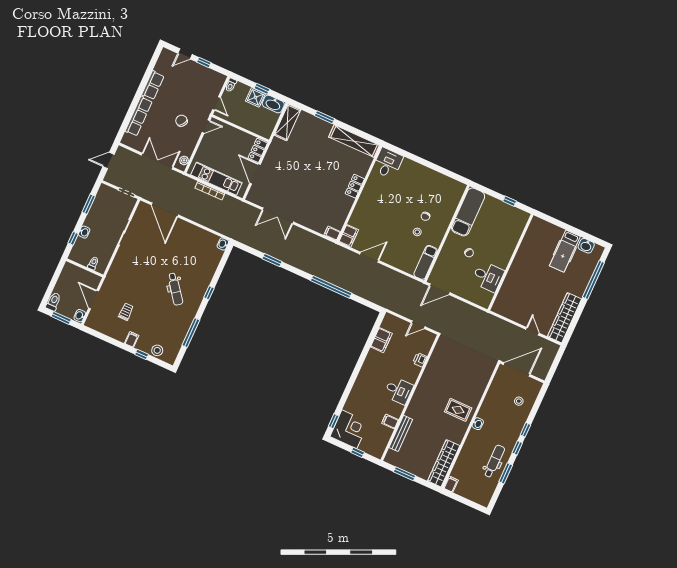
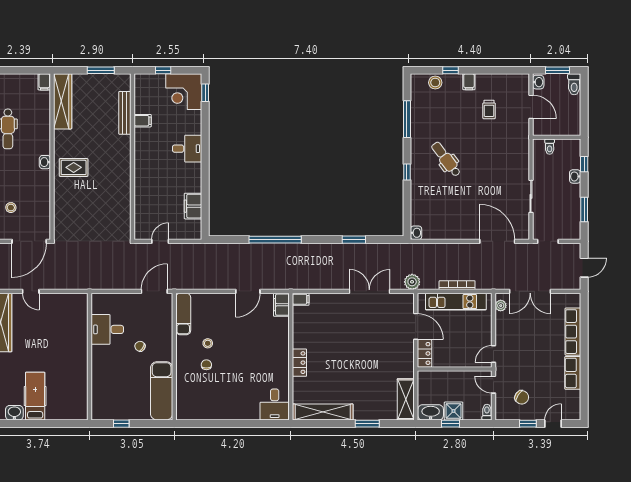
chair: (182, 121) -> (522, 397), moved
plant: (243, 208) -> (412, 282), added
printer: (420, 360) -> (141, 204), removed
desk: (399, 391) -> (187, 149), moved, turned 180

